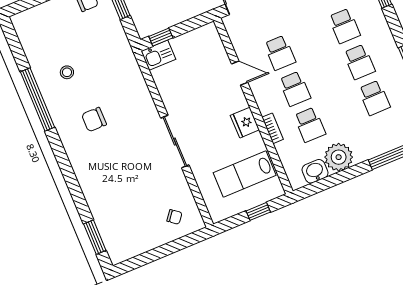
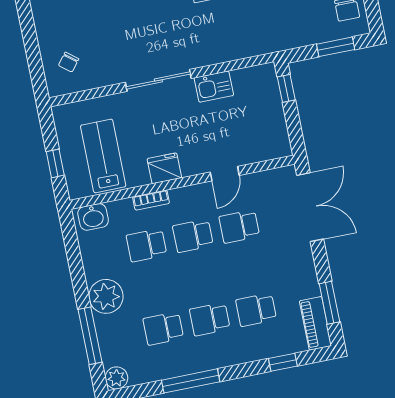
kitchen sink: (158, 55) -> (214, 87), moved, turned -90
plant: (339, 157) -> (106, 296), moved
washbasin: (315, 171) -> (93, 217), moved, turned 90

